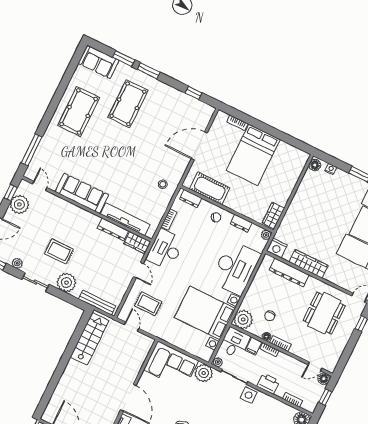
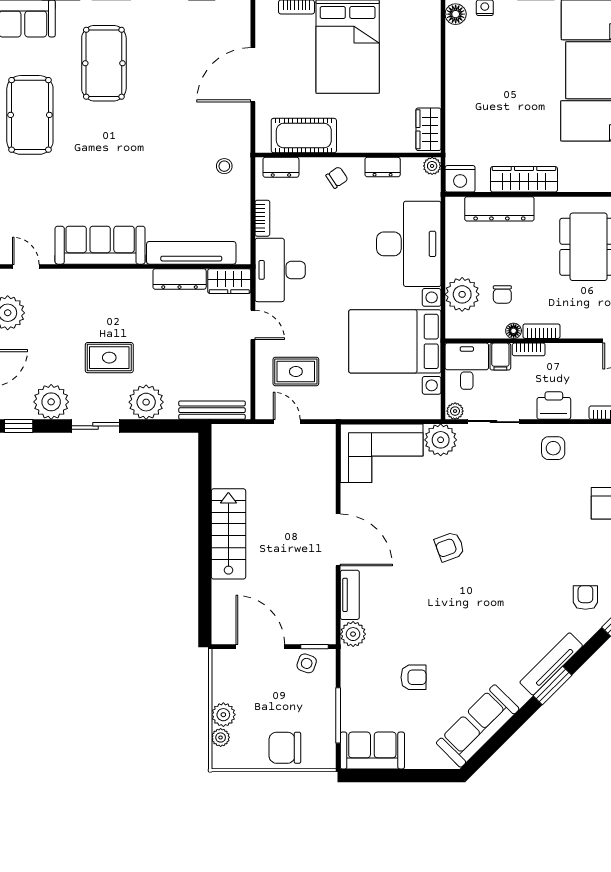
plant: (17, 263) -> (51, 402), width x1.87, depth x1.87
plant: (243, 319) -> (462, 294), moved
stairs: (90, 339) -> (228, 534), moved
side table: (249, 395) -> (553, 448), moved

